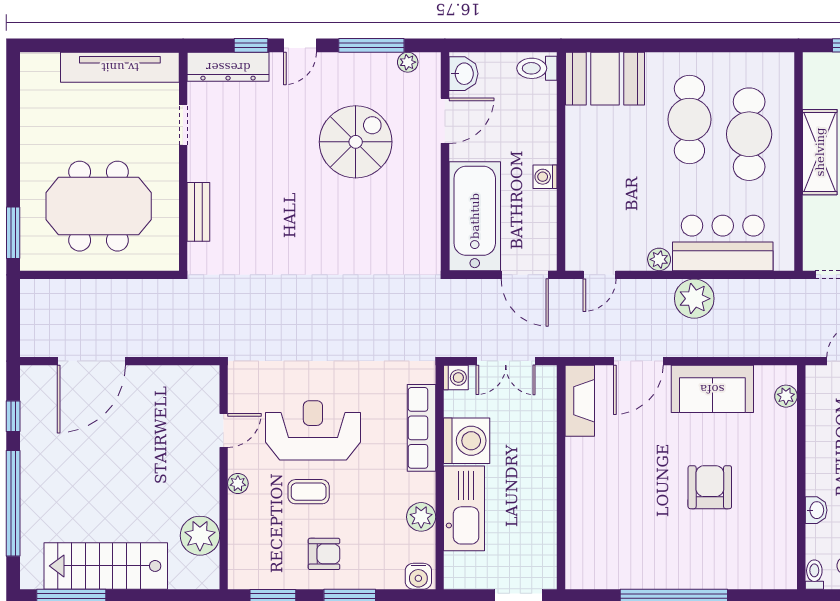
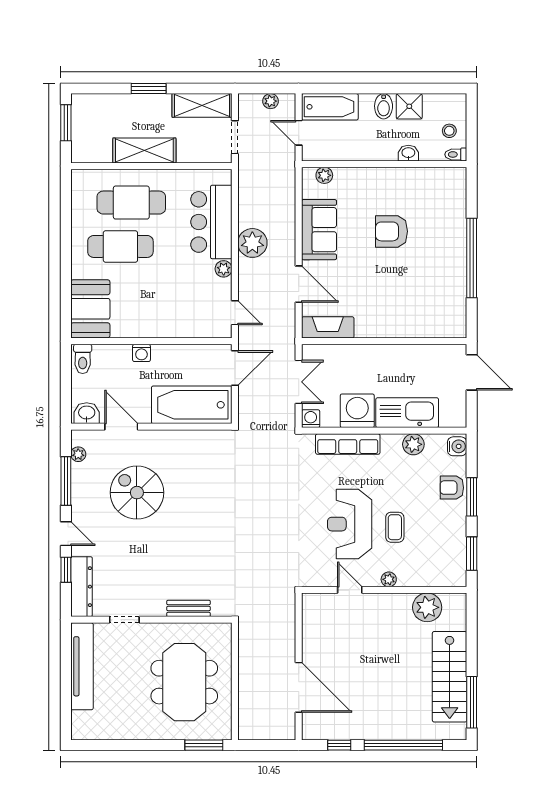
washing machine: (545, 177) -> (141, 353), moved
armchair: (324, 554) -> (452, 488), moved, turned -90

